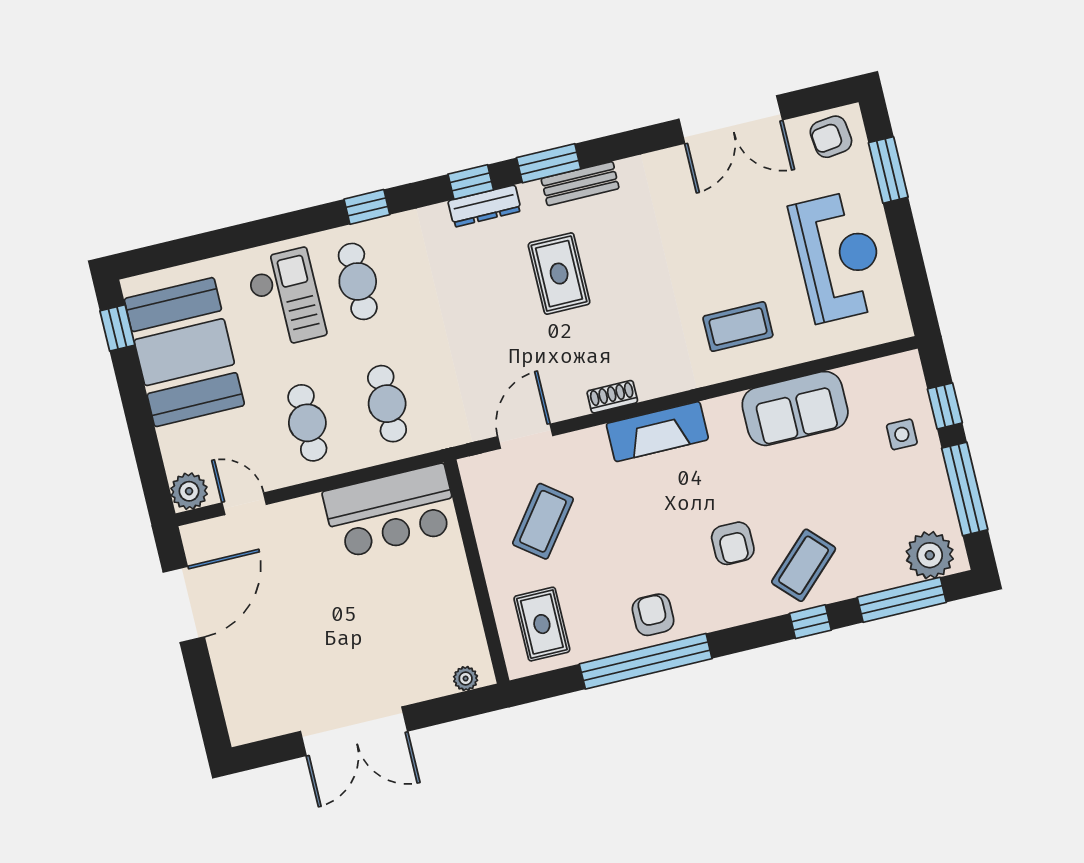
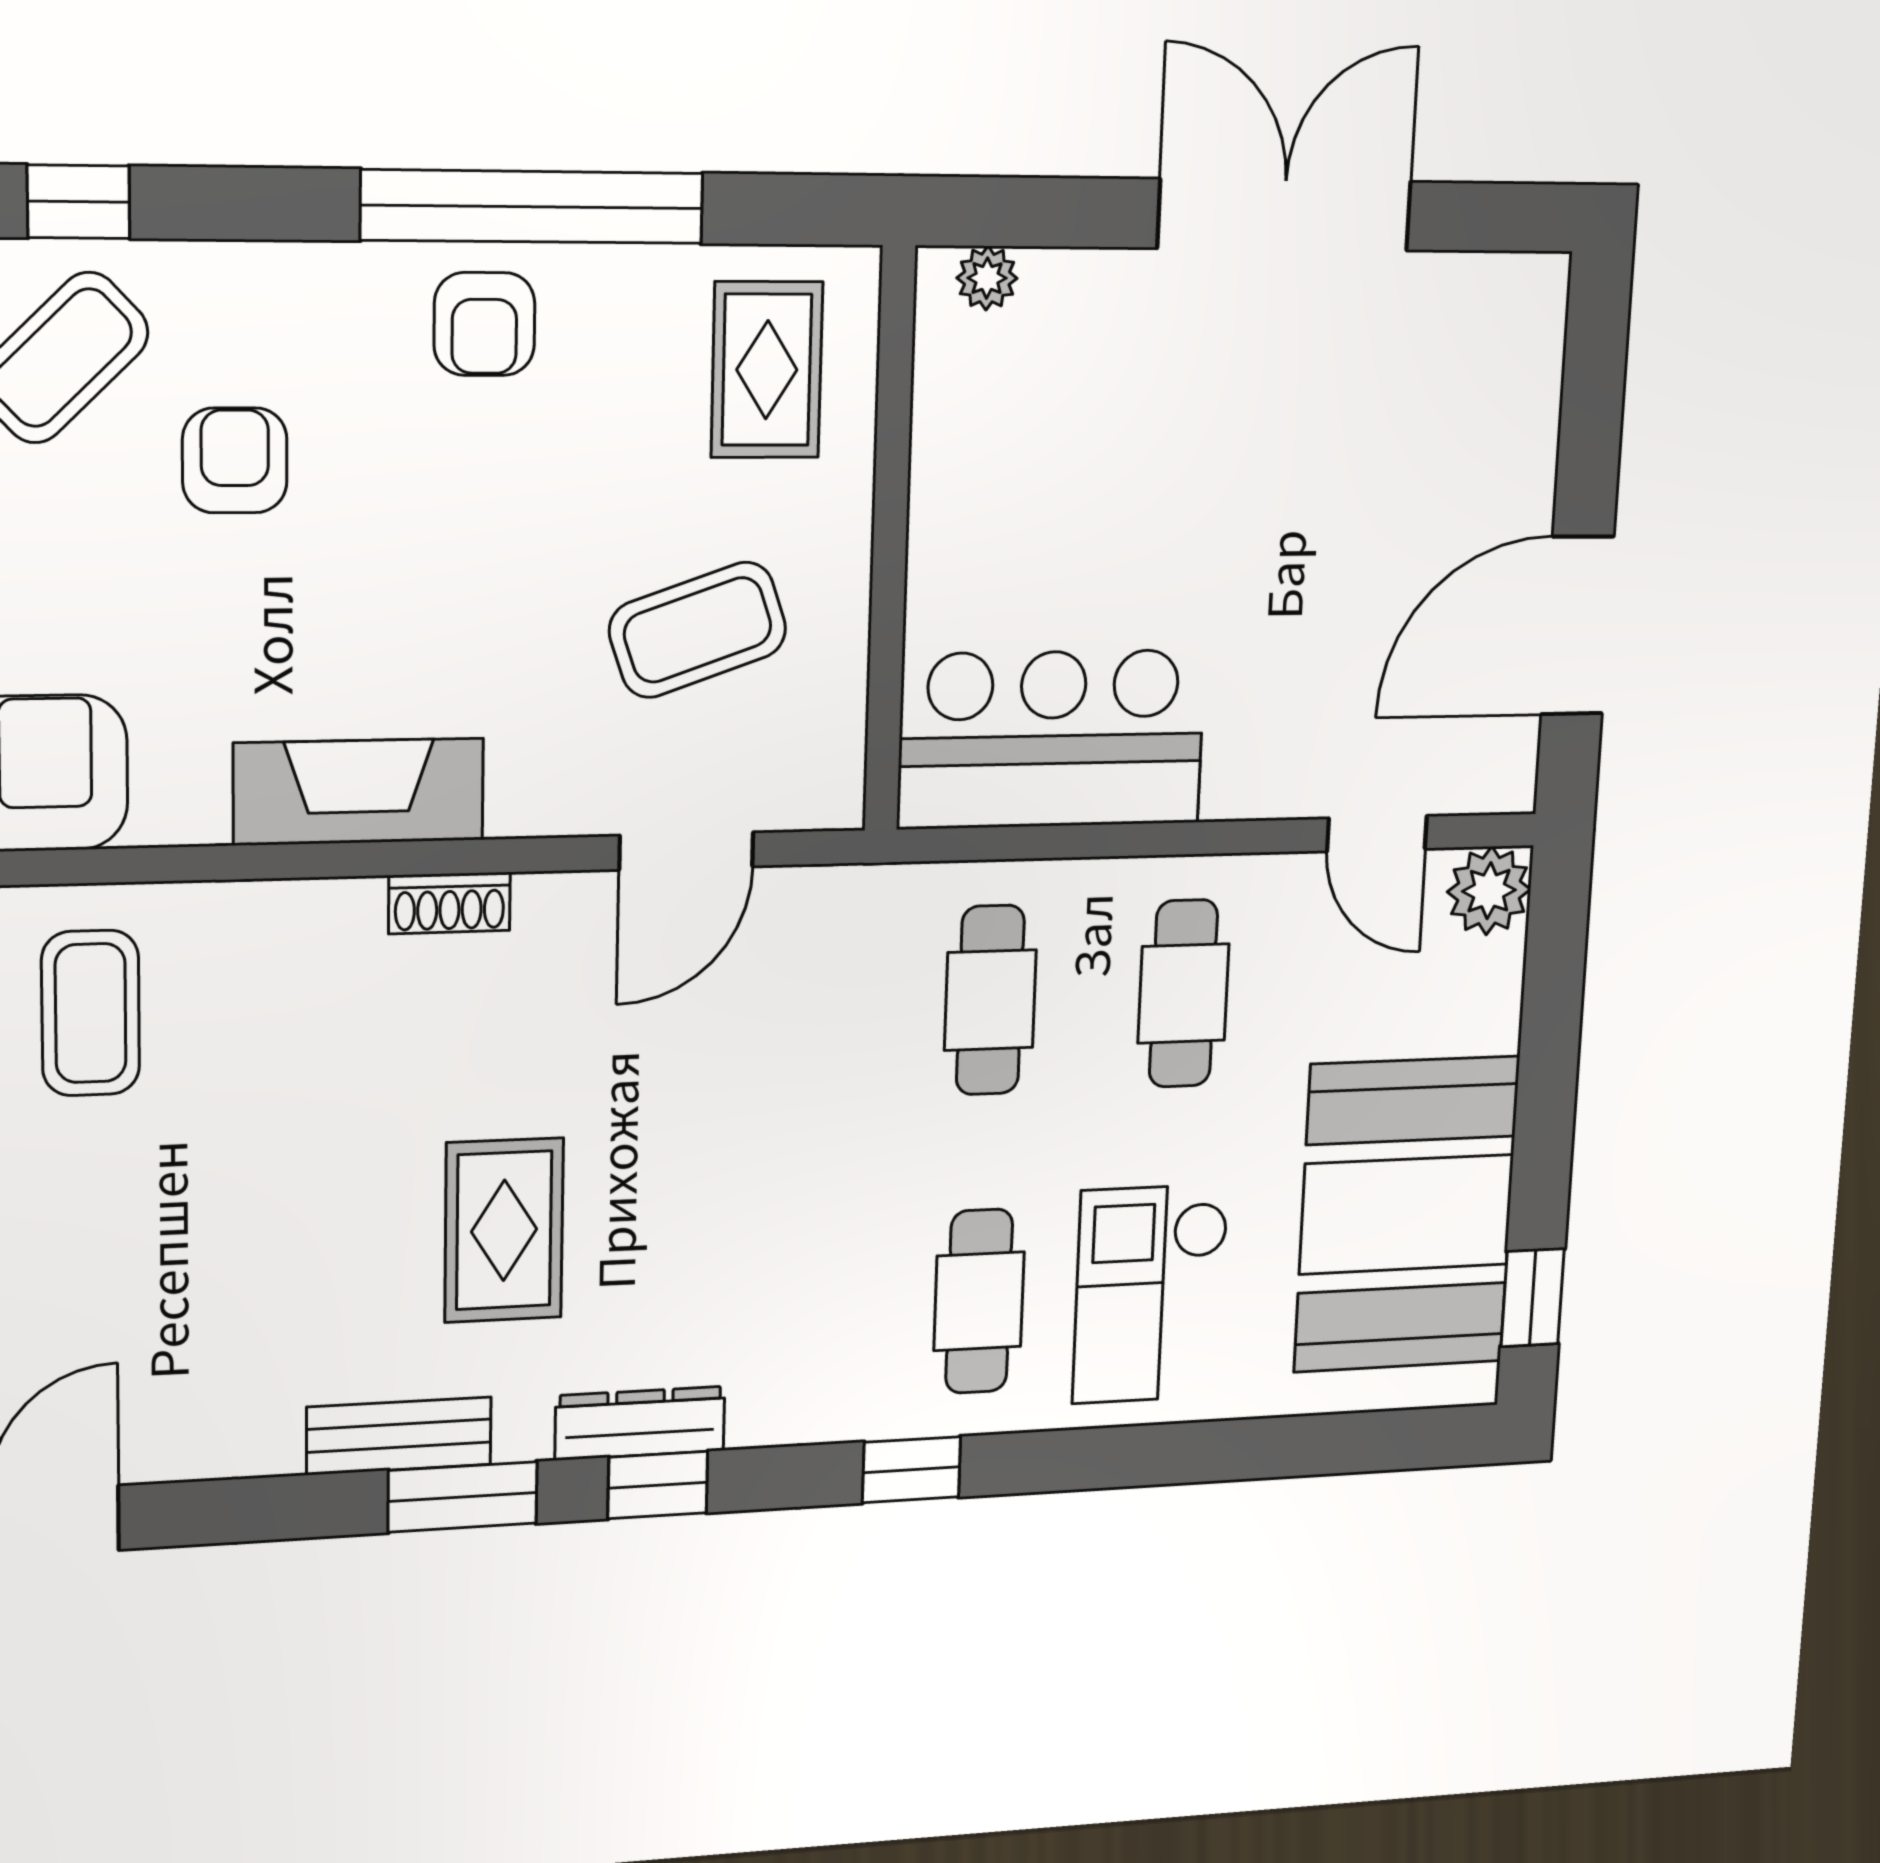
coffee table: (738, 327) -> (91, 1013), turned 90
coffee table: (543, 521) -> (698, 630), turned 34

